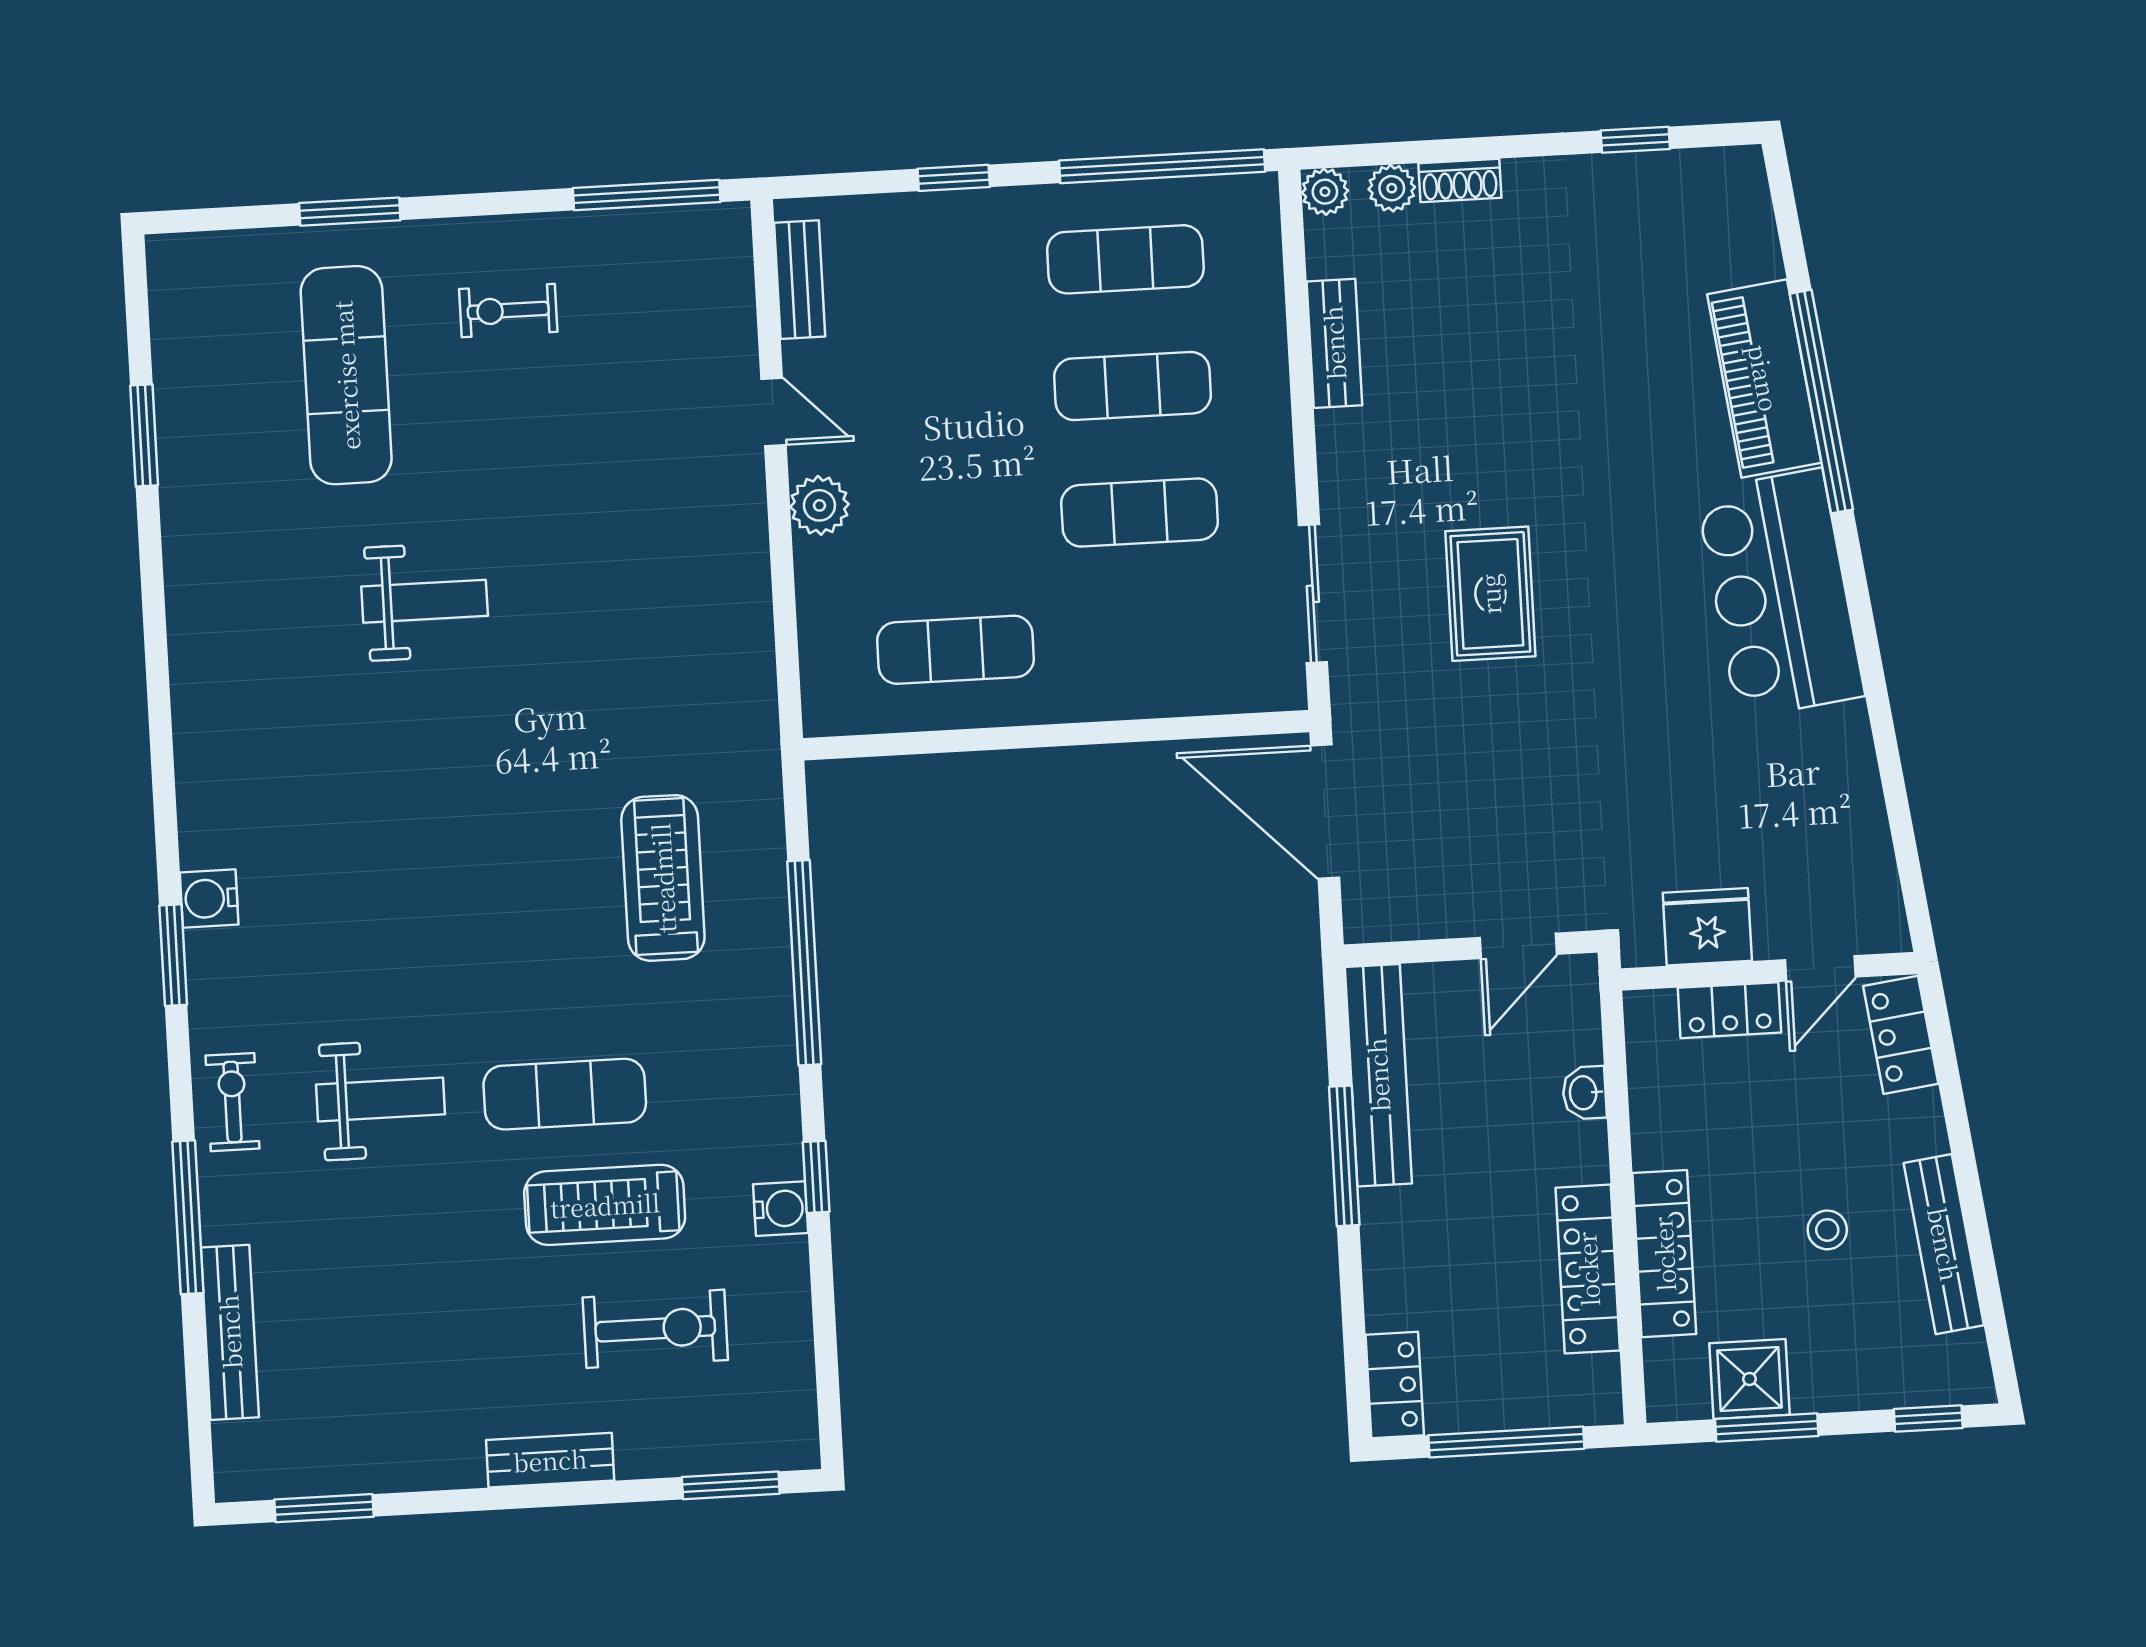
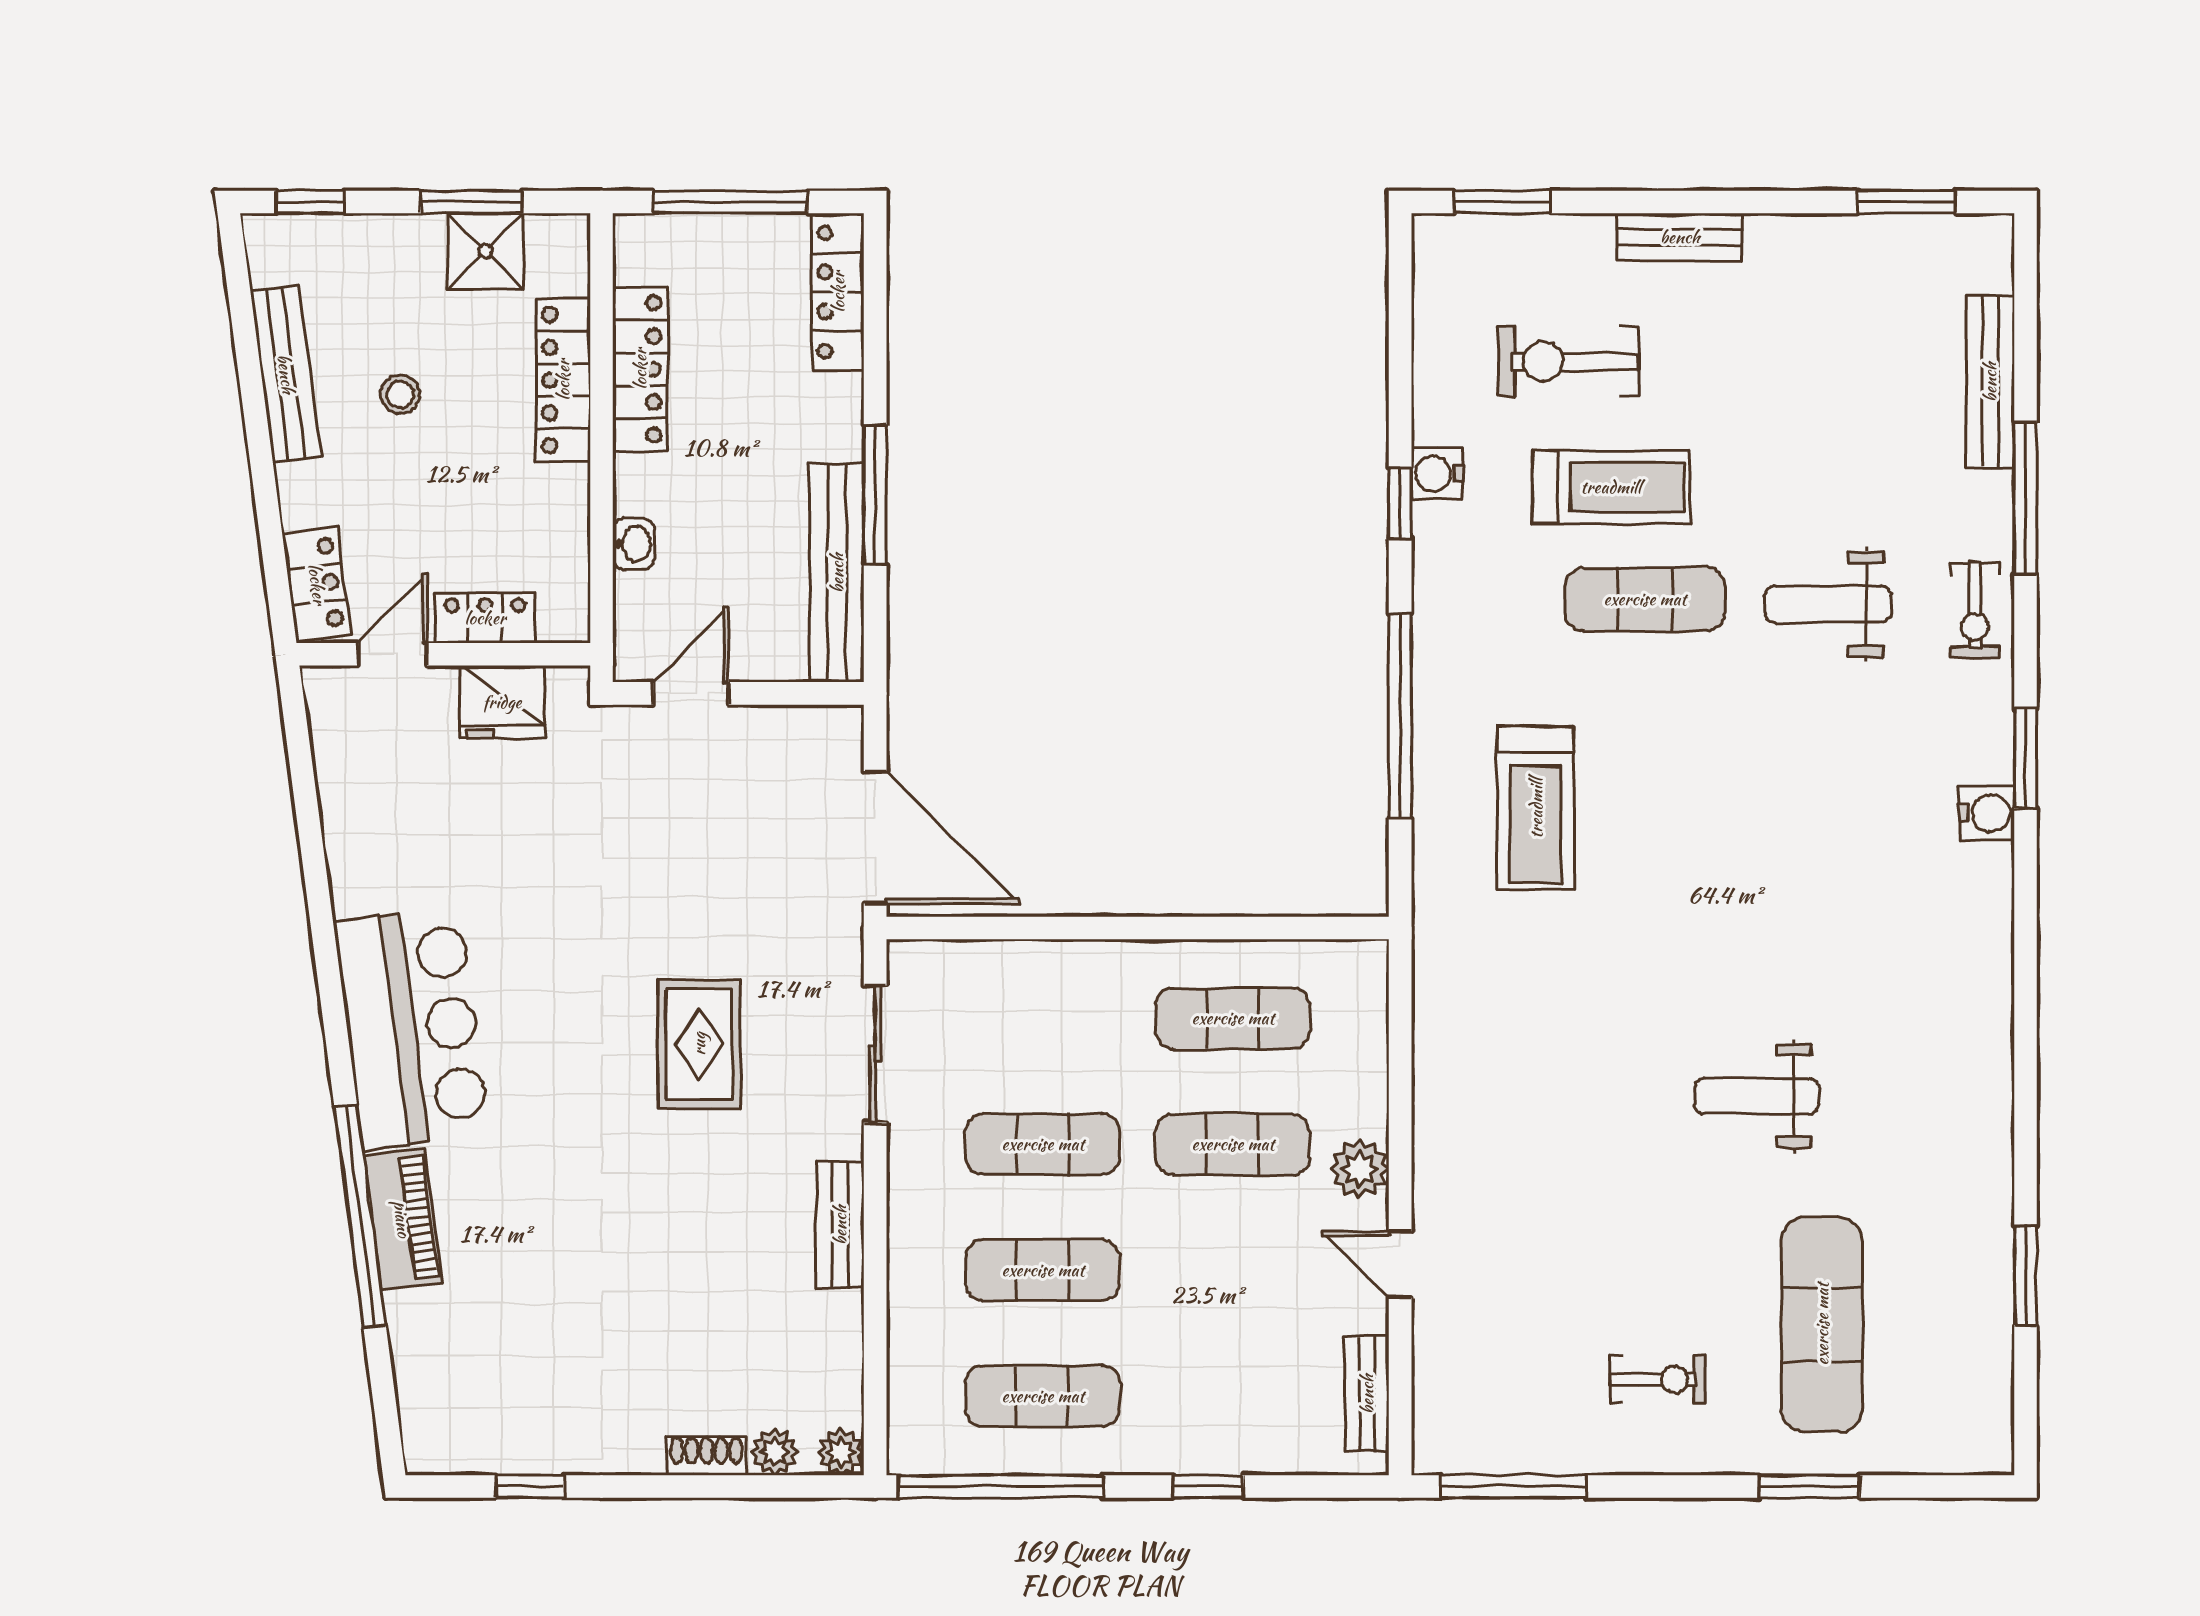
bench: (1334, 343) -> (840, 1225), moved
piano: (1764, 378) -> (402, 1219), width x0.73, depth x0.75
exercise mat: (948, 523) -> (1233, 1144), added
locker: (1395, 1385) -> (838, 292), width x1.53

